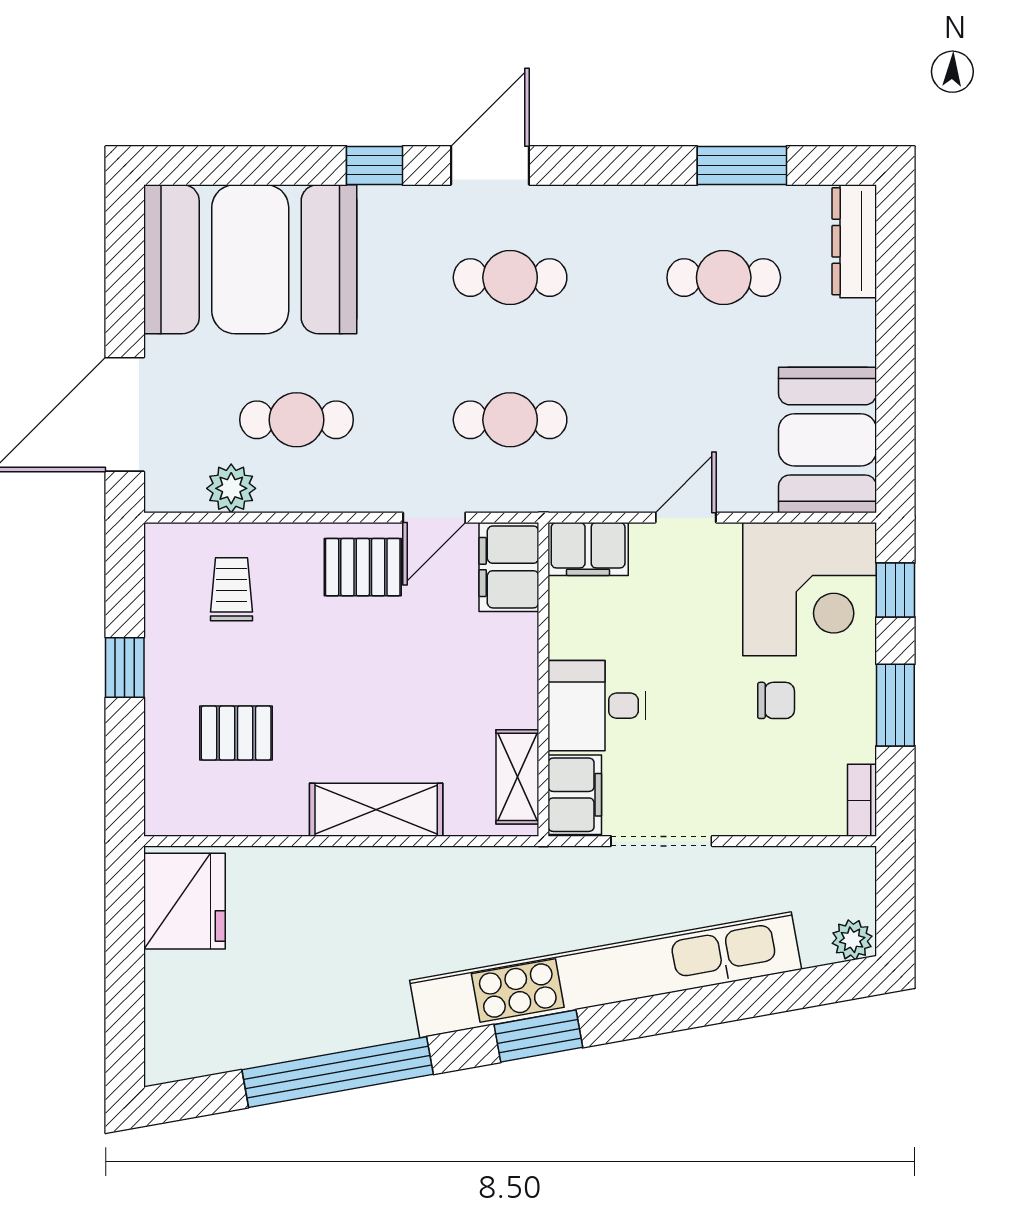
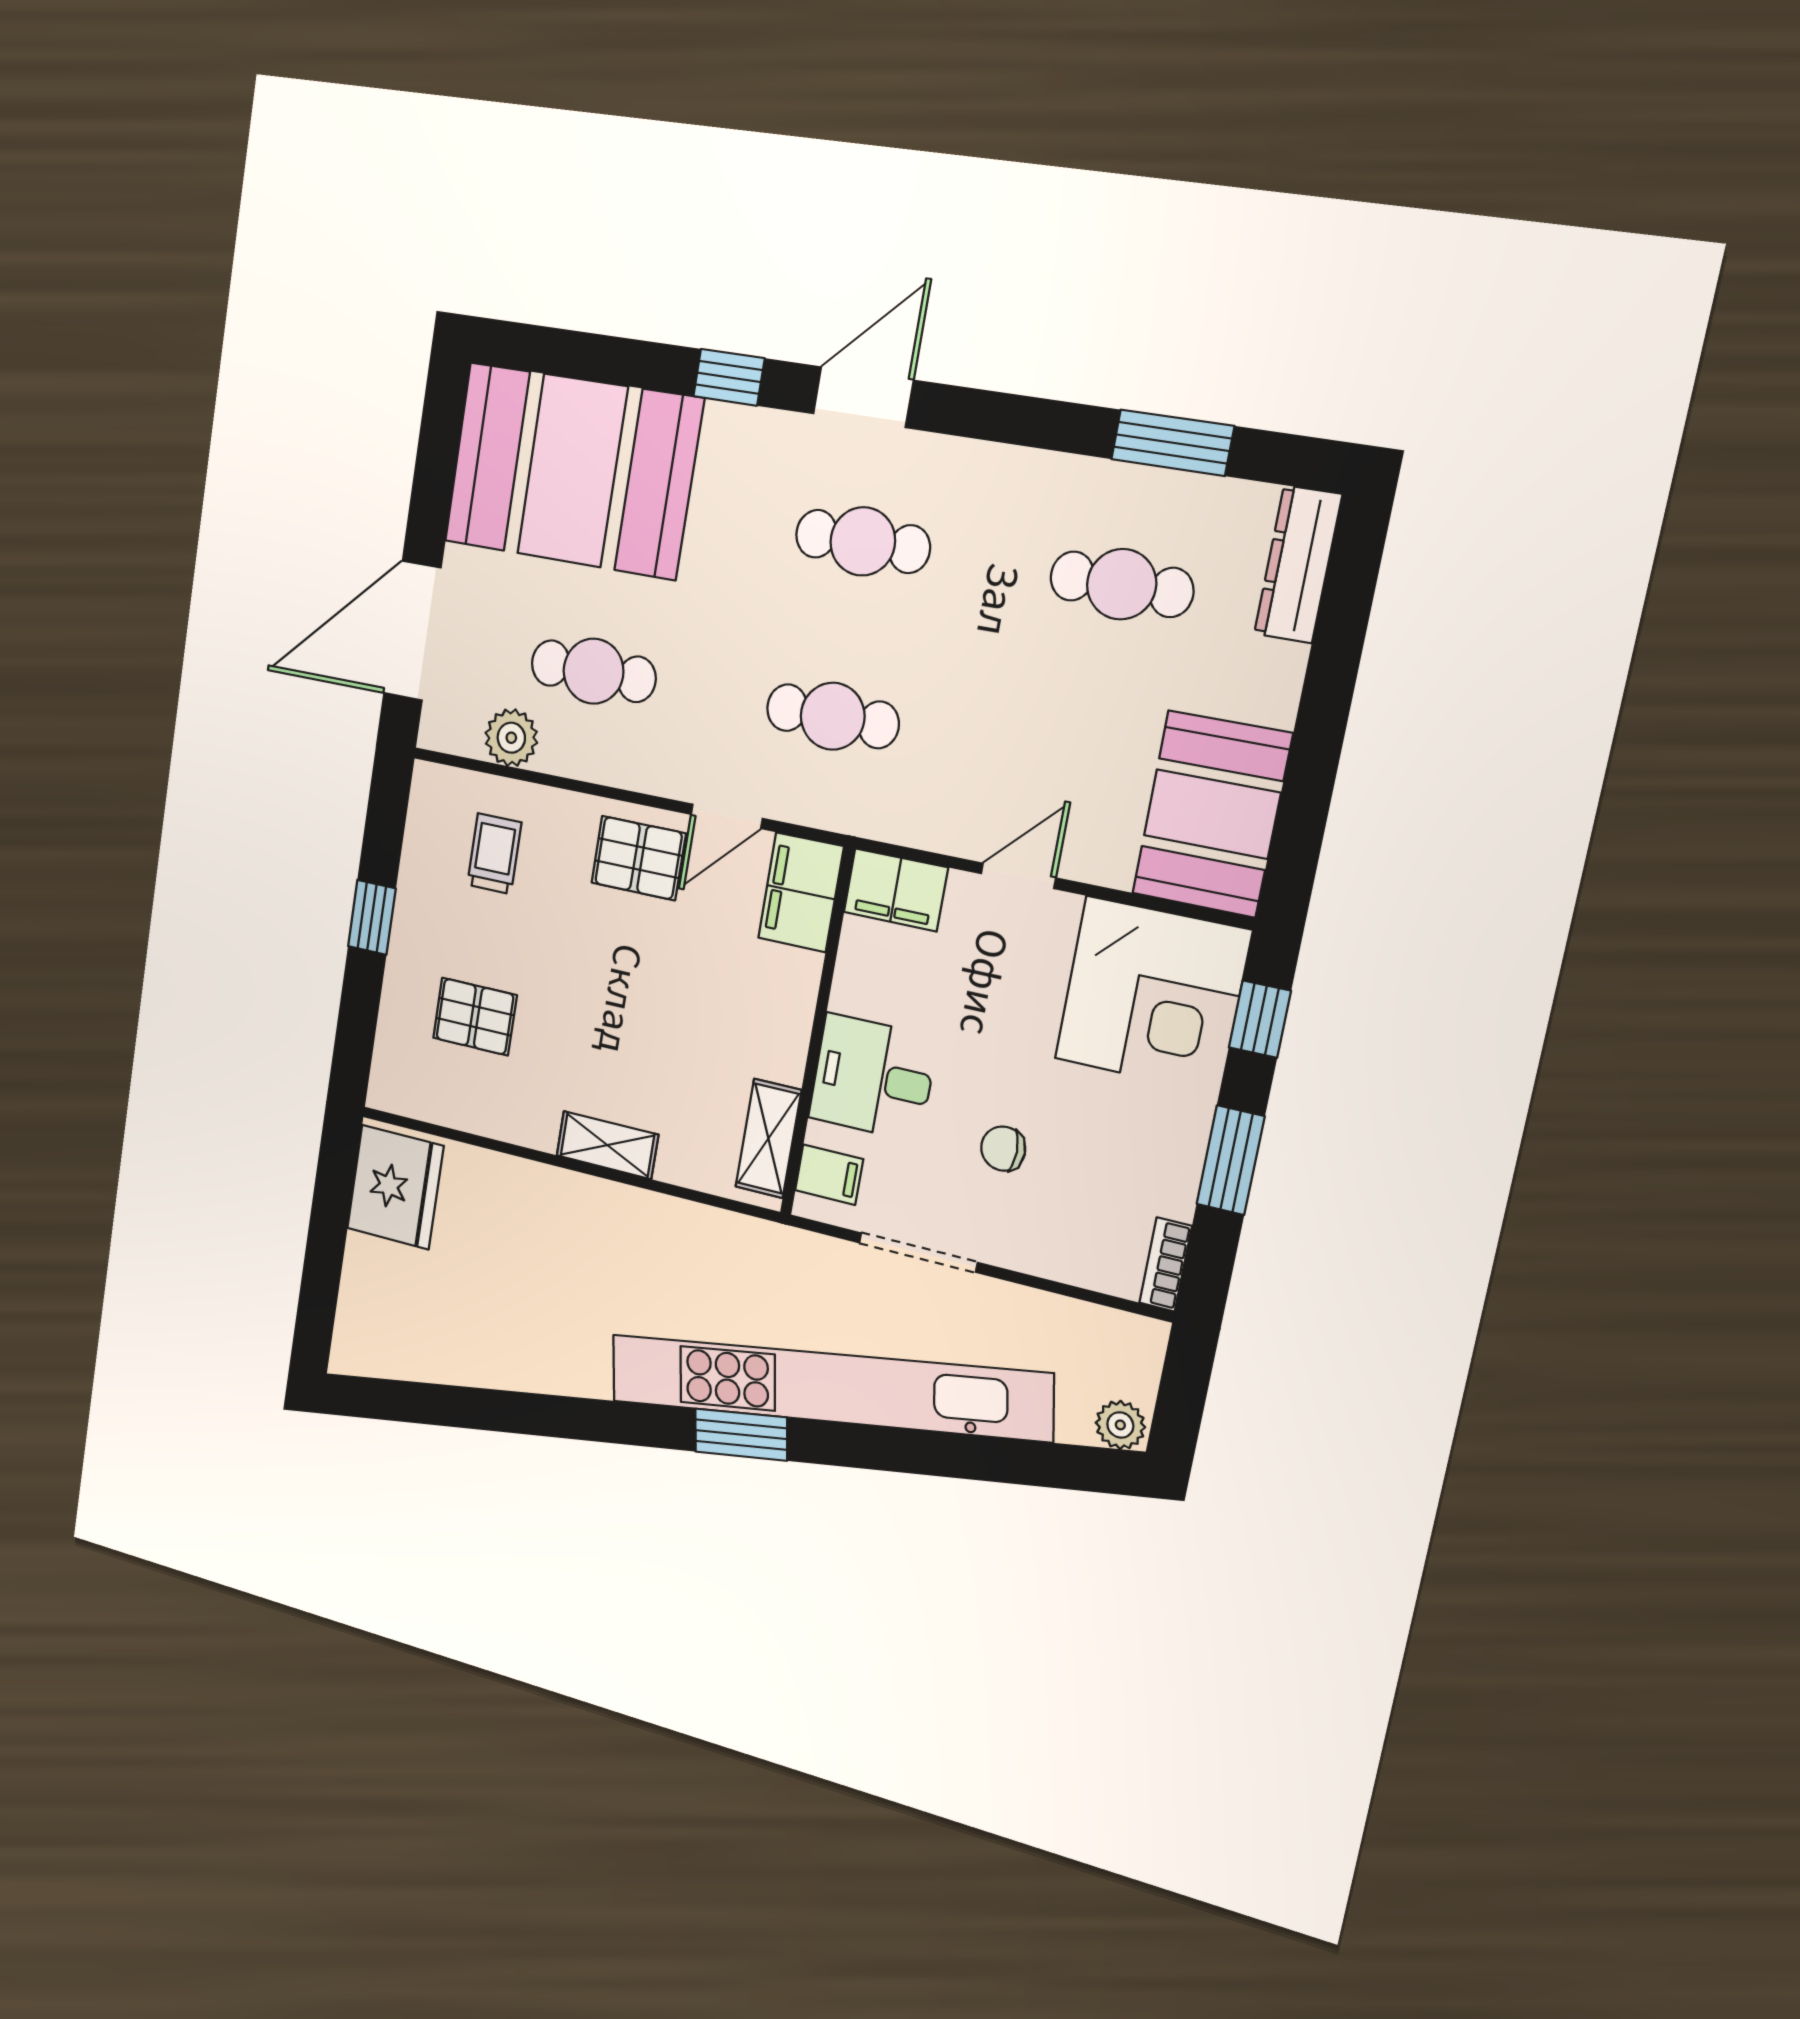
chair: (776, 700) -> (1003, 1149), moved, turned 180
filing cabinet: (575, 795) -> (829, 1175), width x0.50
shelving: (376, 810) -> (607, 1145), width x0.67, depth x0.75
window: (338, 1072) -> (523, 1413), removed

